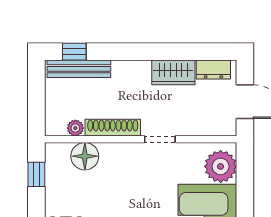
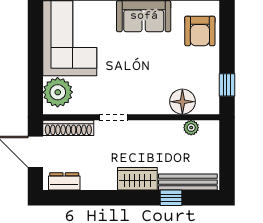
window: (74, 52) -> (171, 198), moved
wardrobe: (173, 72) -> (137, 179), moved
shoe rack: (113, 128) -> (68, 128), moved

